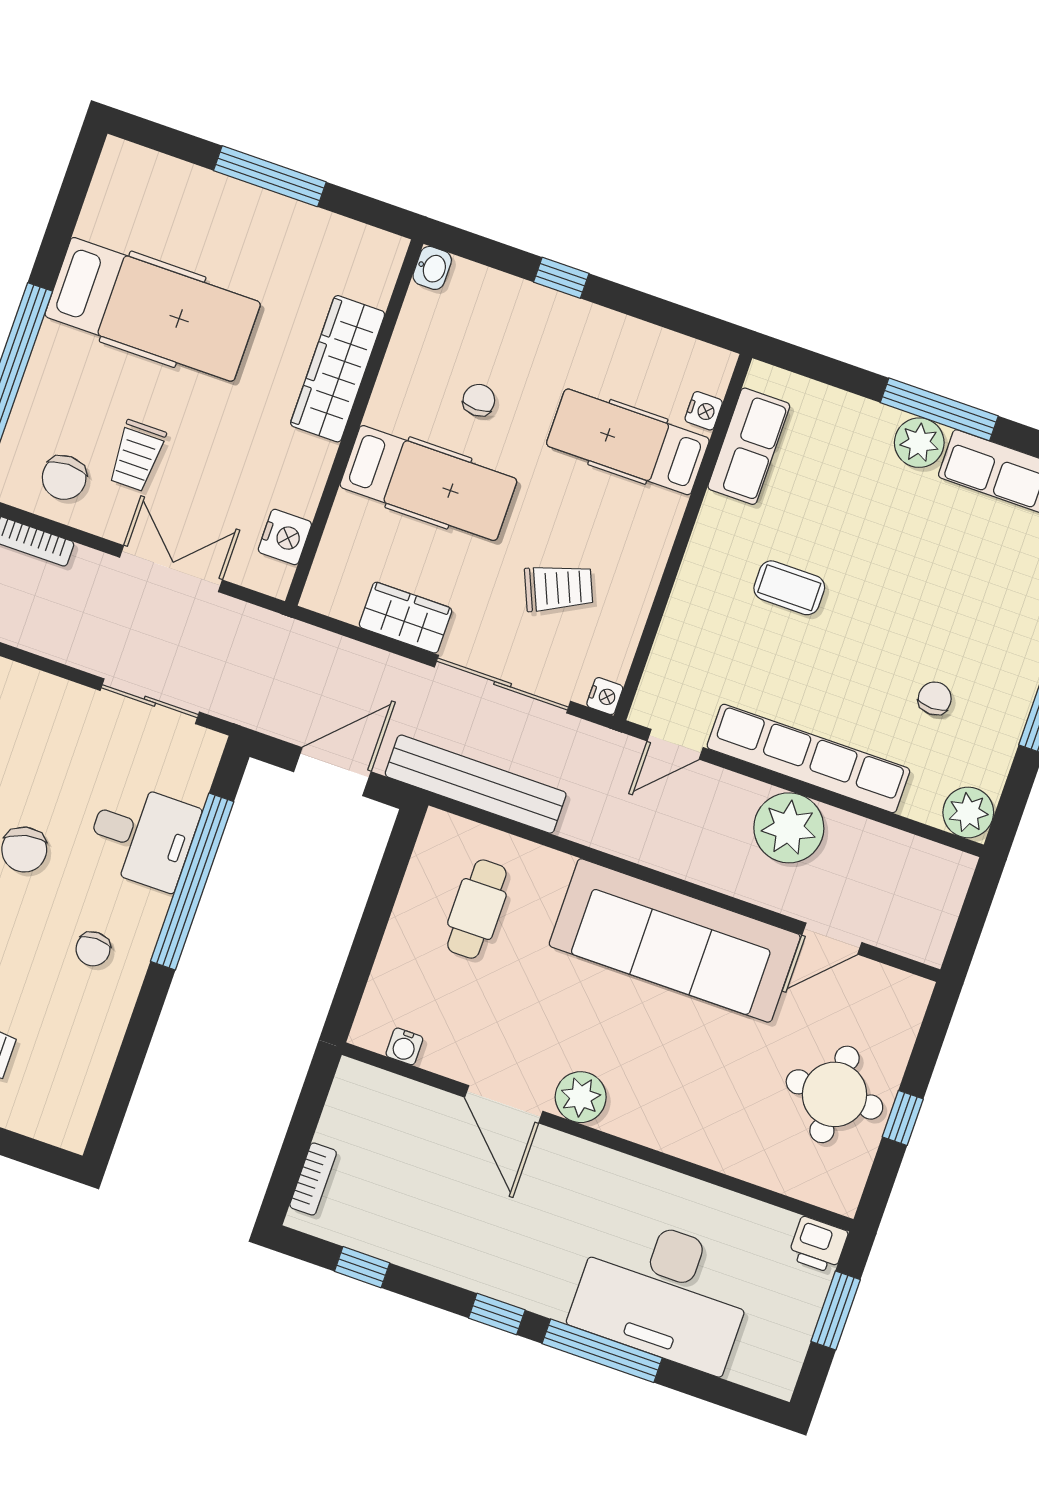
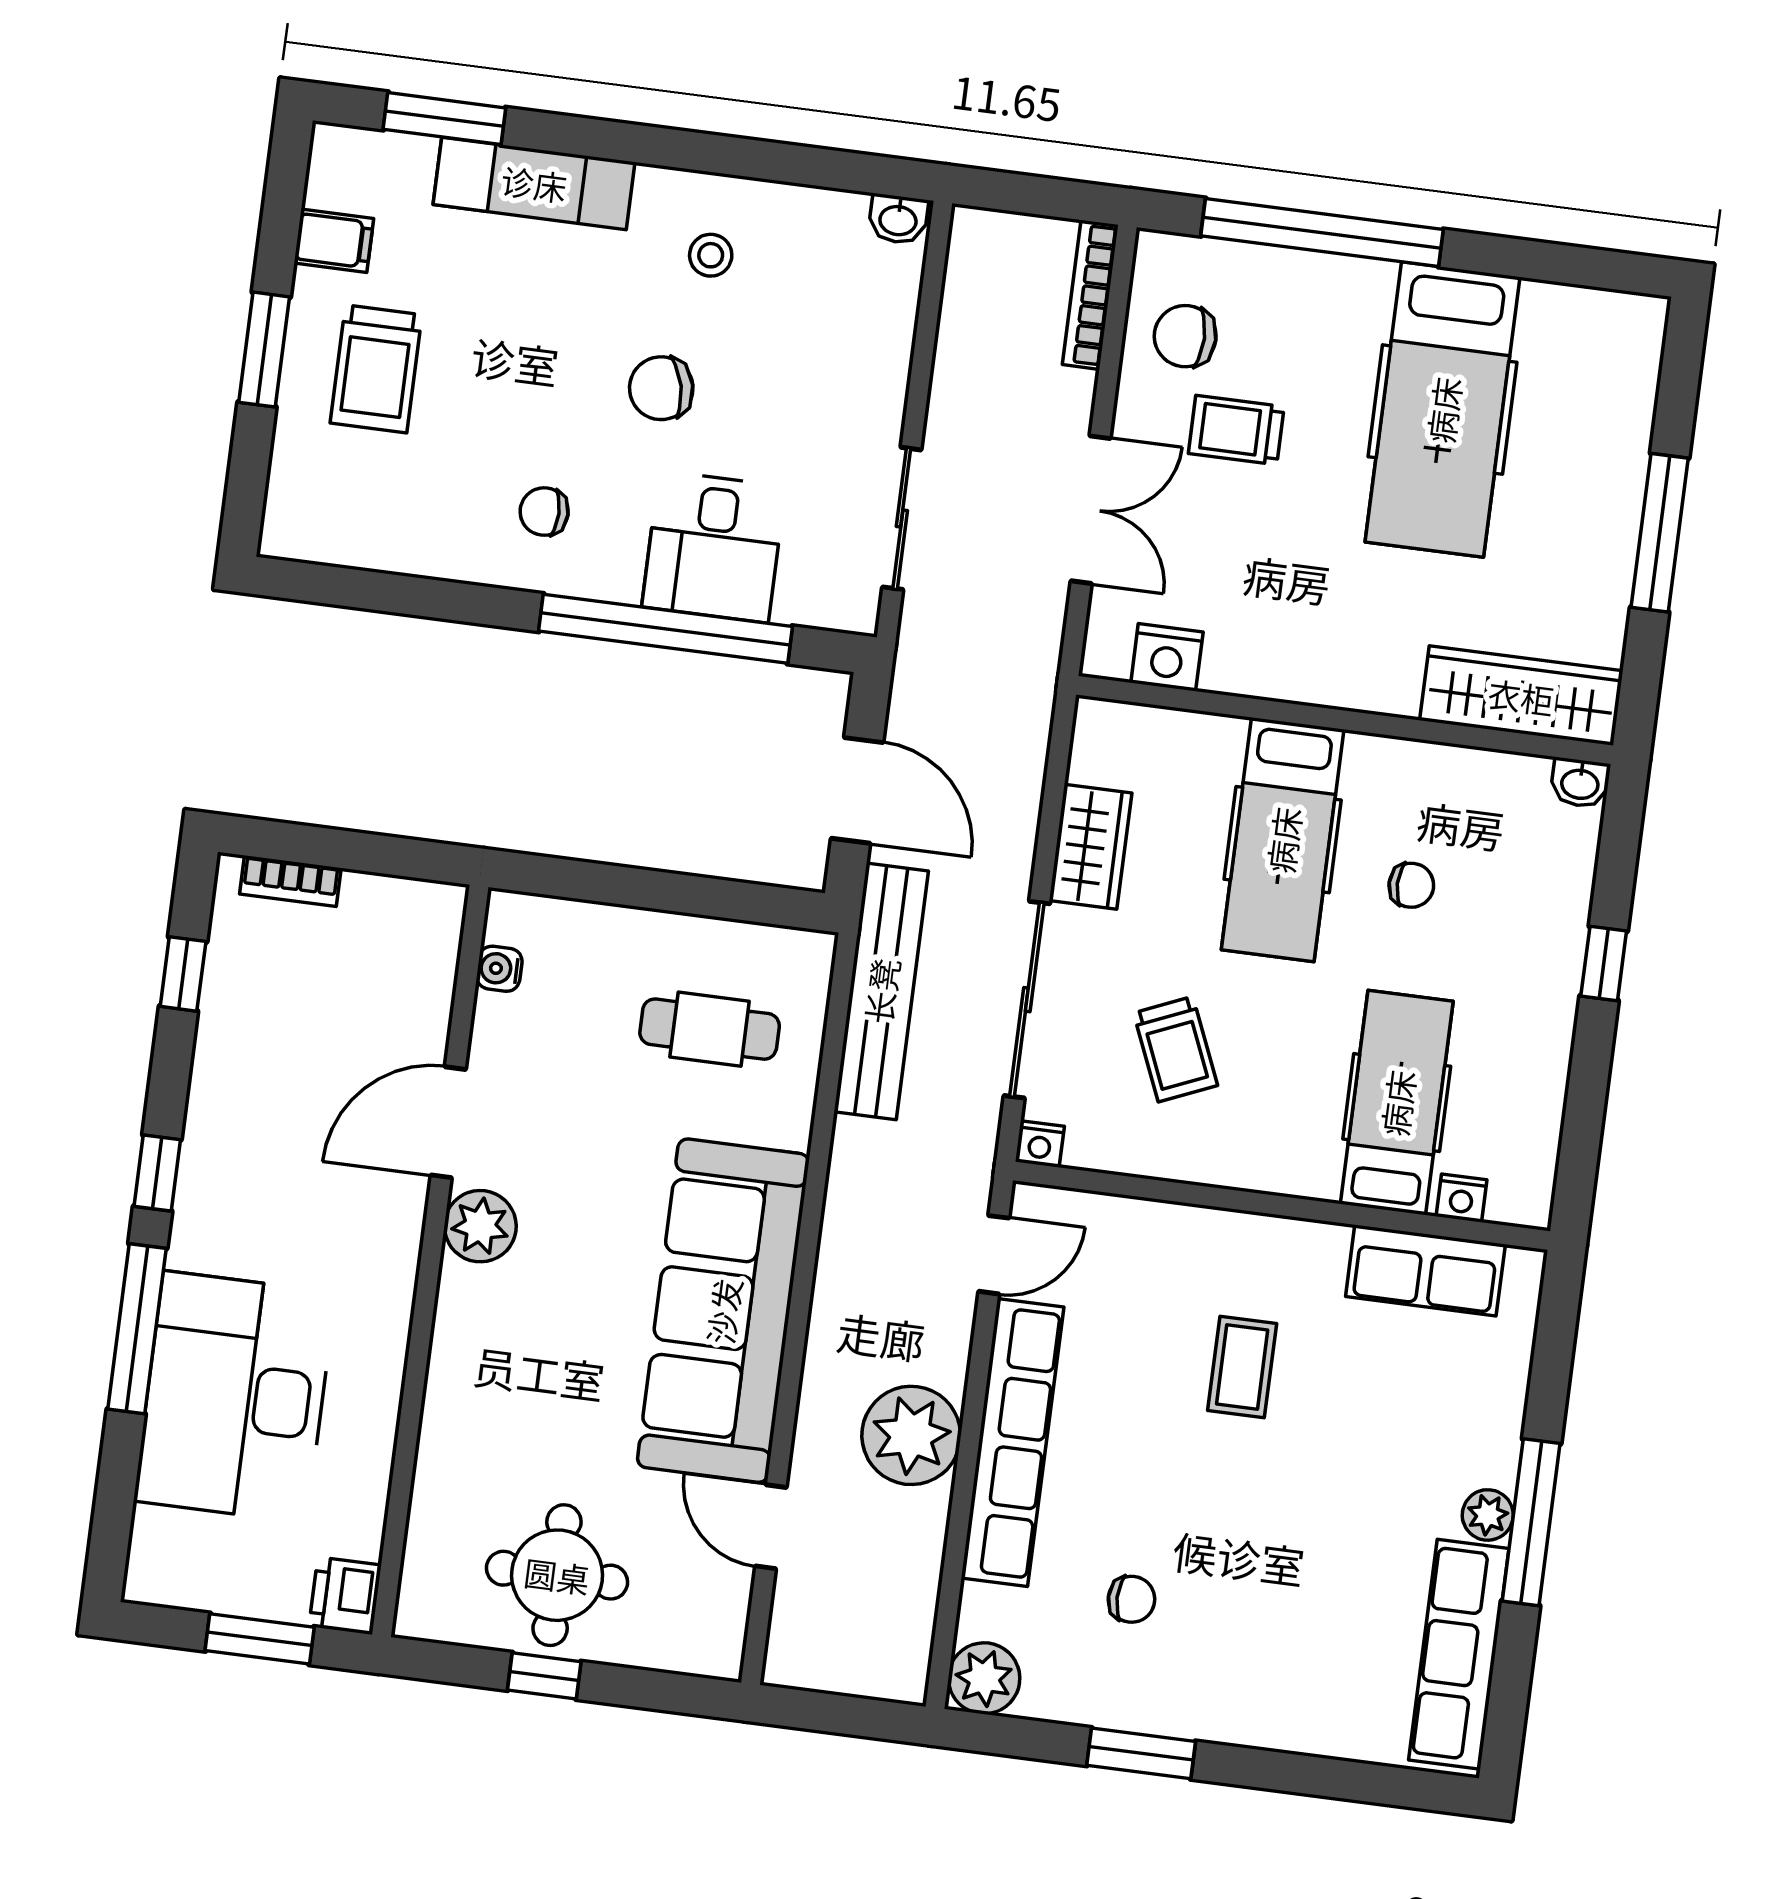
wardrobe: (338, 369) -> (1521, 696), moved
plant: (919, 443) -> (1488, 1515), width x0.73, depth x0.73
door: (675, 744) -> (994, 1255), swing flipped

